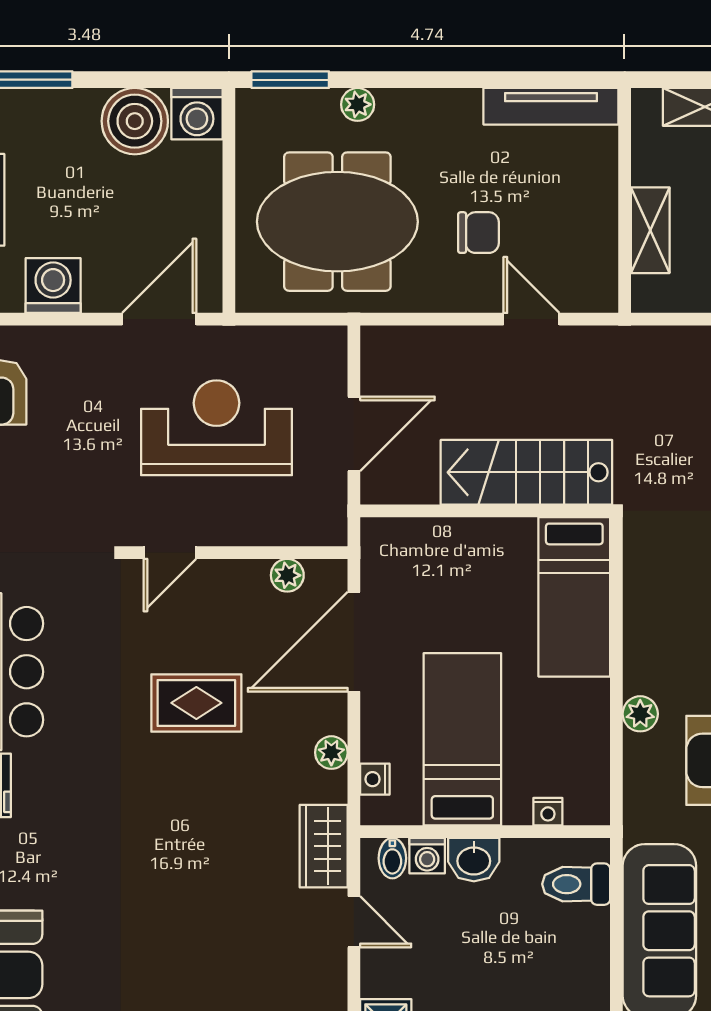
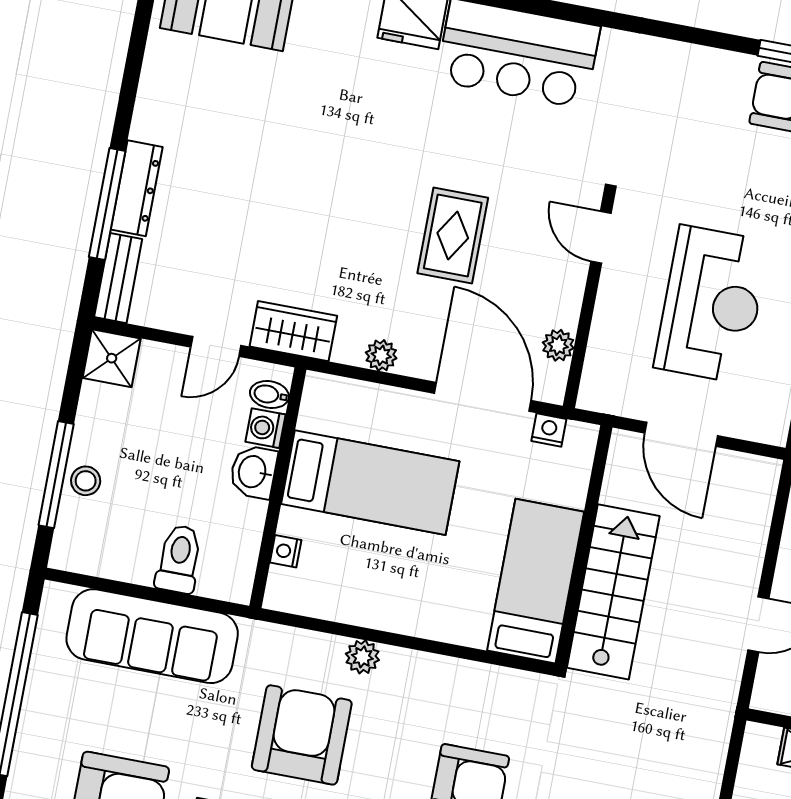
bed: (574, 597) -> (536, 581), moved, turned 90
nightstand: (375, 779) -> (549, 430), moved
toilet: (576, 884) -> (179, 559), moved

